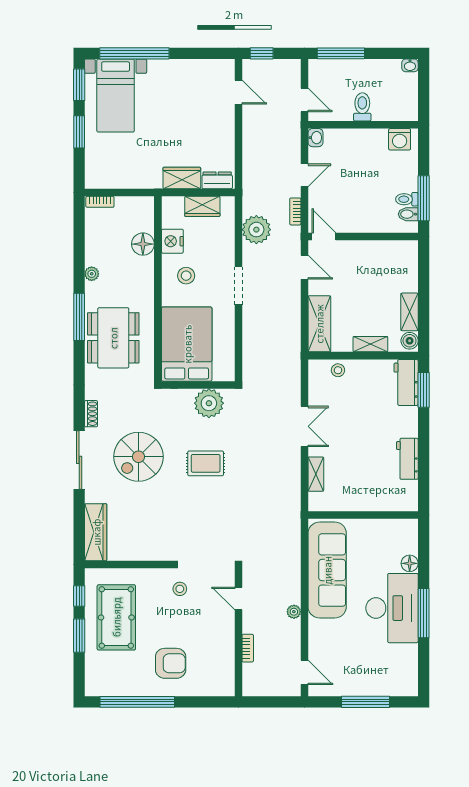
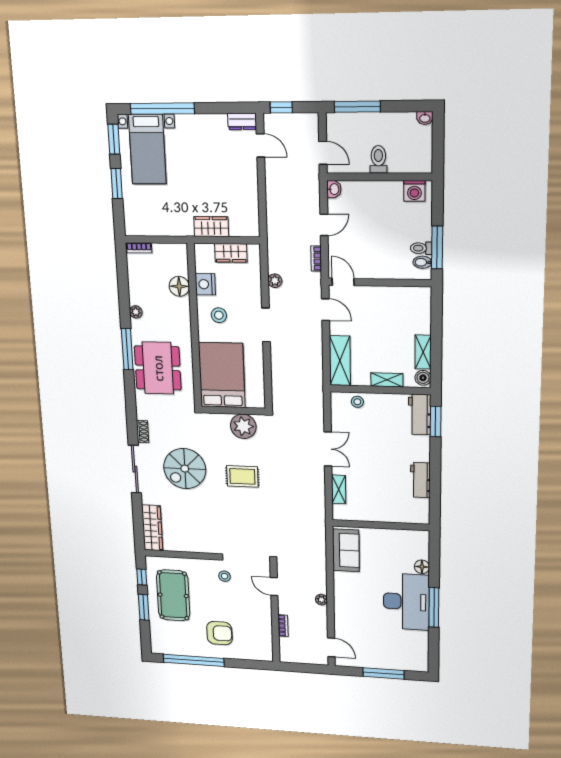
dresser: (217, 180) -> (242, 122), moved, turned 180
plant: (256, 230) -> (275, 281), width x0.53, depth x0.53
sofa: (327, 570) -> (346, 550), width x0.54, depth x0.79

